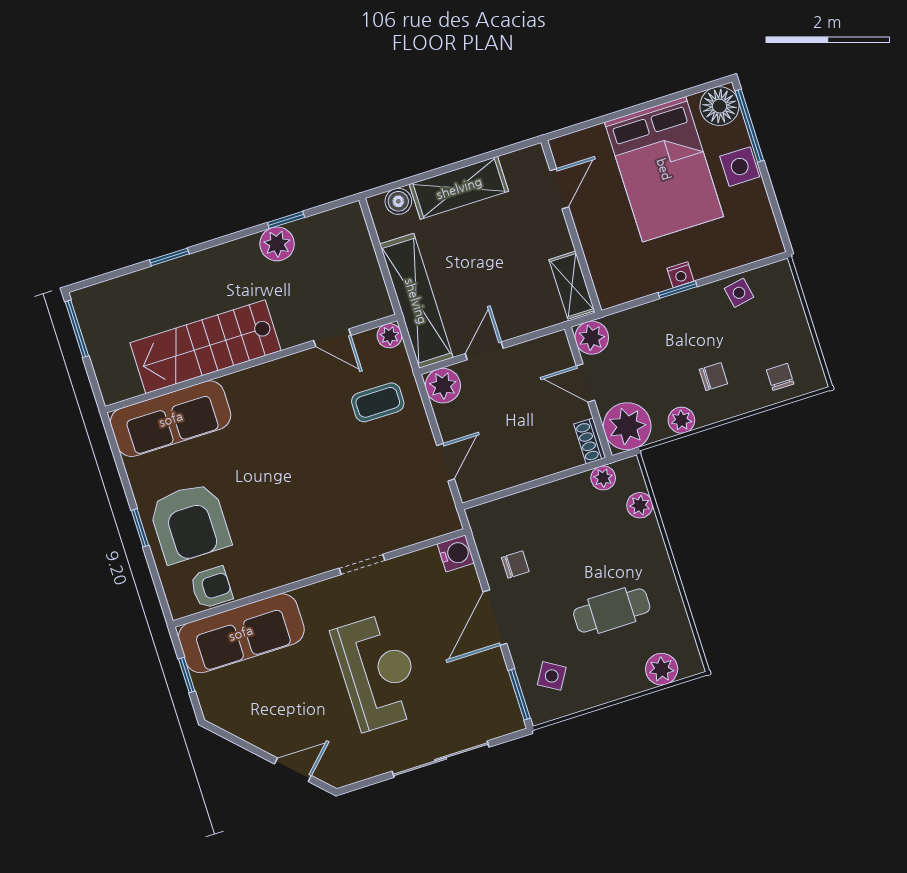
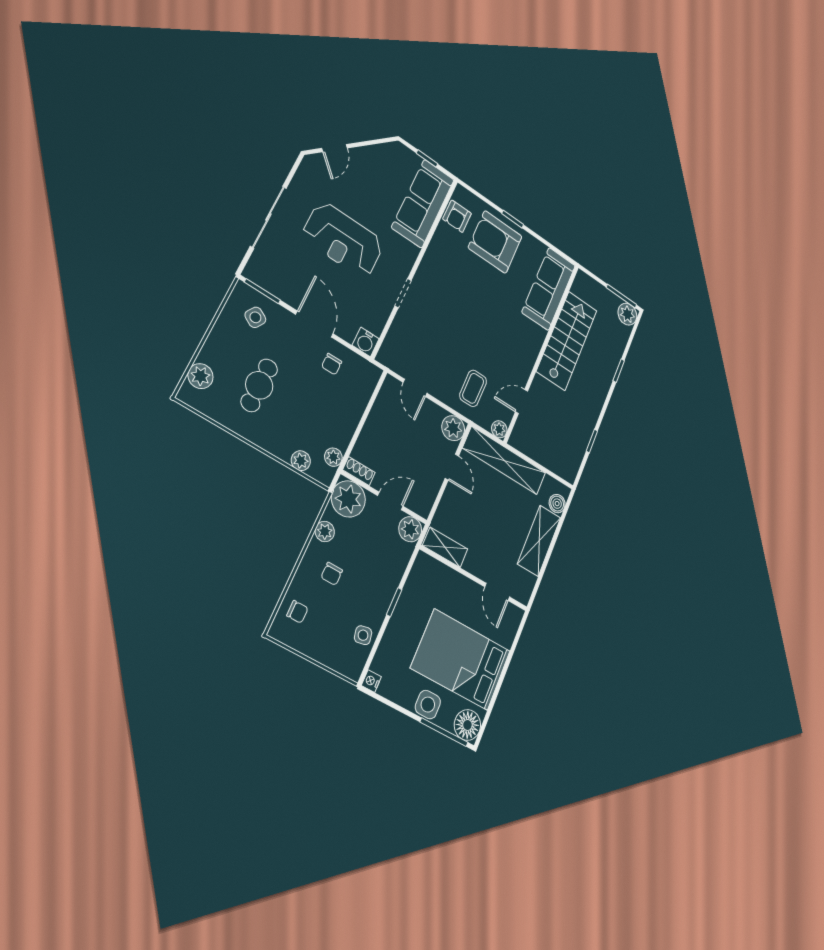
plant: (277, 244) -> (627, 314), moved
nightstand: (680, 275) -> (371, 681), moved

